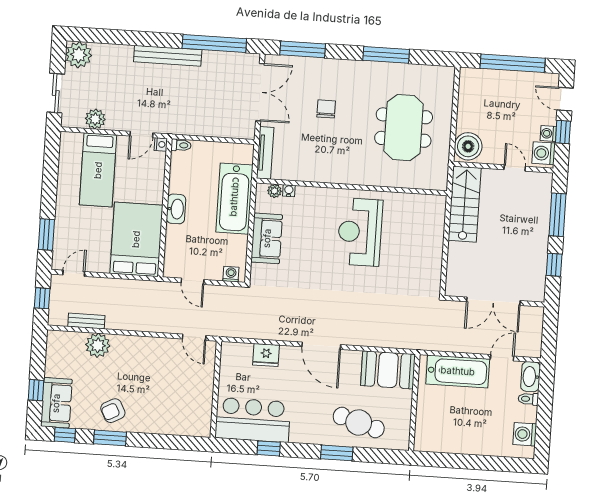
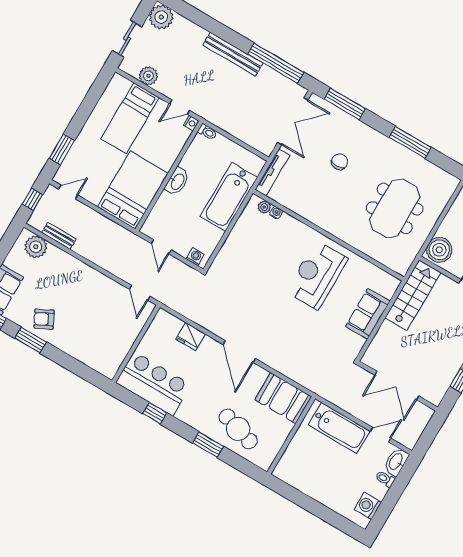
sofa: (267, 238) -> (368, 314), moved, turned 180
plant: (98, 345) -> (36, 247), moved

